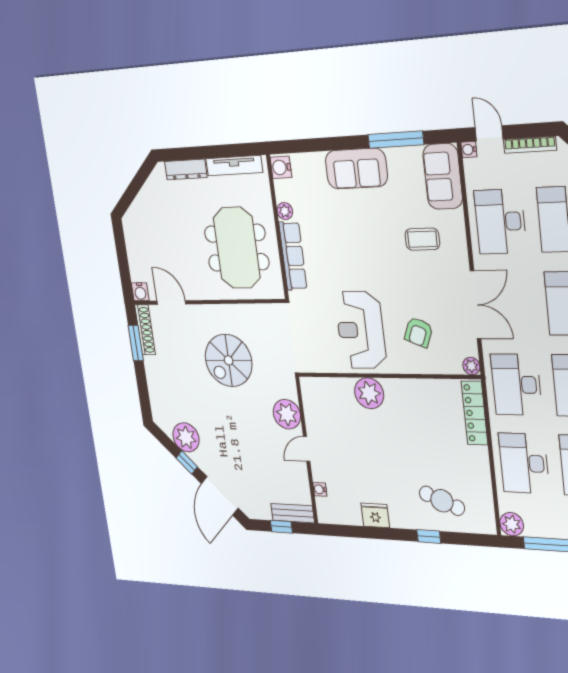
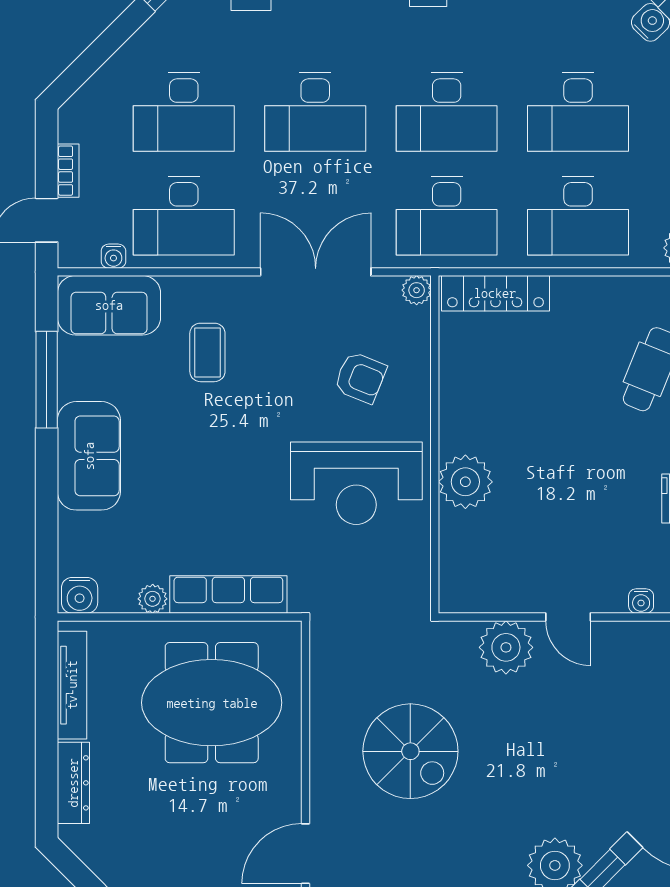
bookcase: (530, 145) -> (68, 171), width x0.64
water cooler: (469, 150) -> (113, 256), moved

